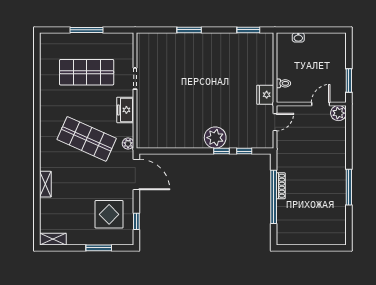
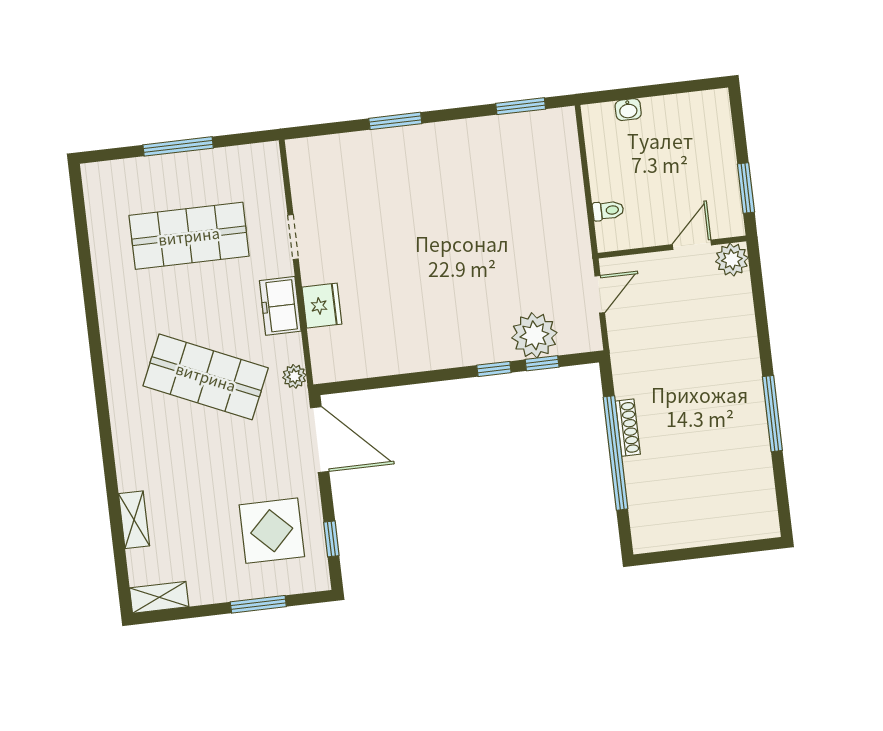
fridge: (265, 95) -> (322, 306), moved, turned 180
plant: (215, 138) -> (534, 335), moved
shelving: (45, 184) -> (134, 520), moved

